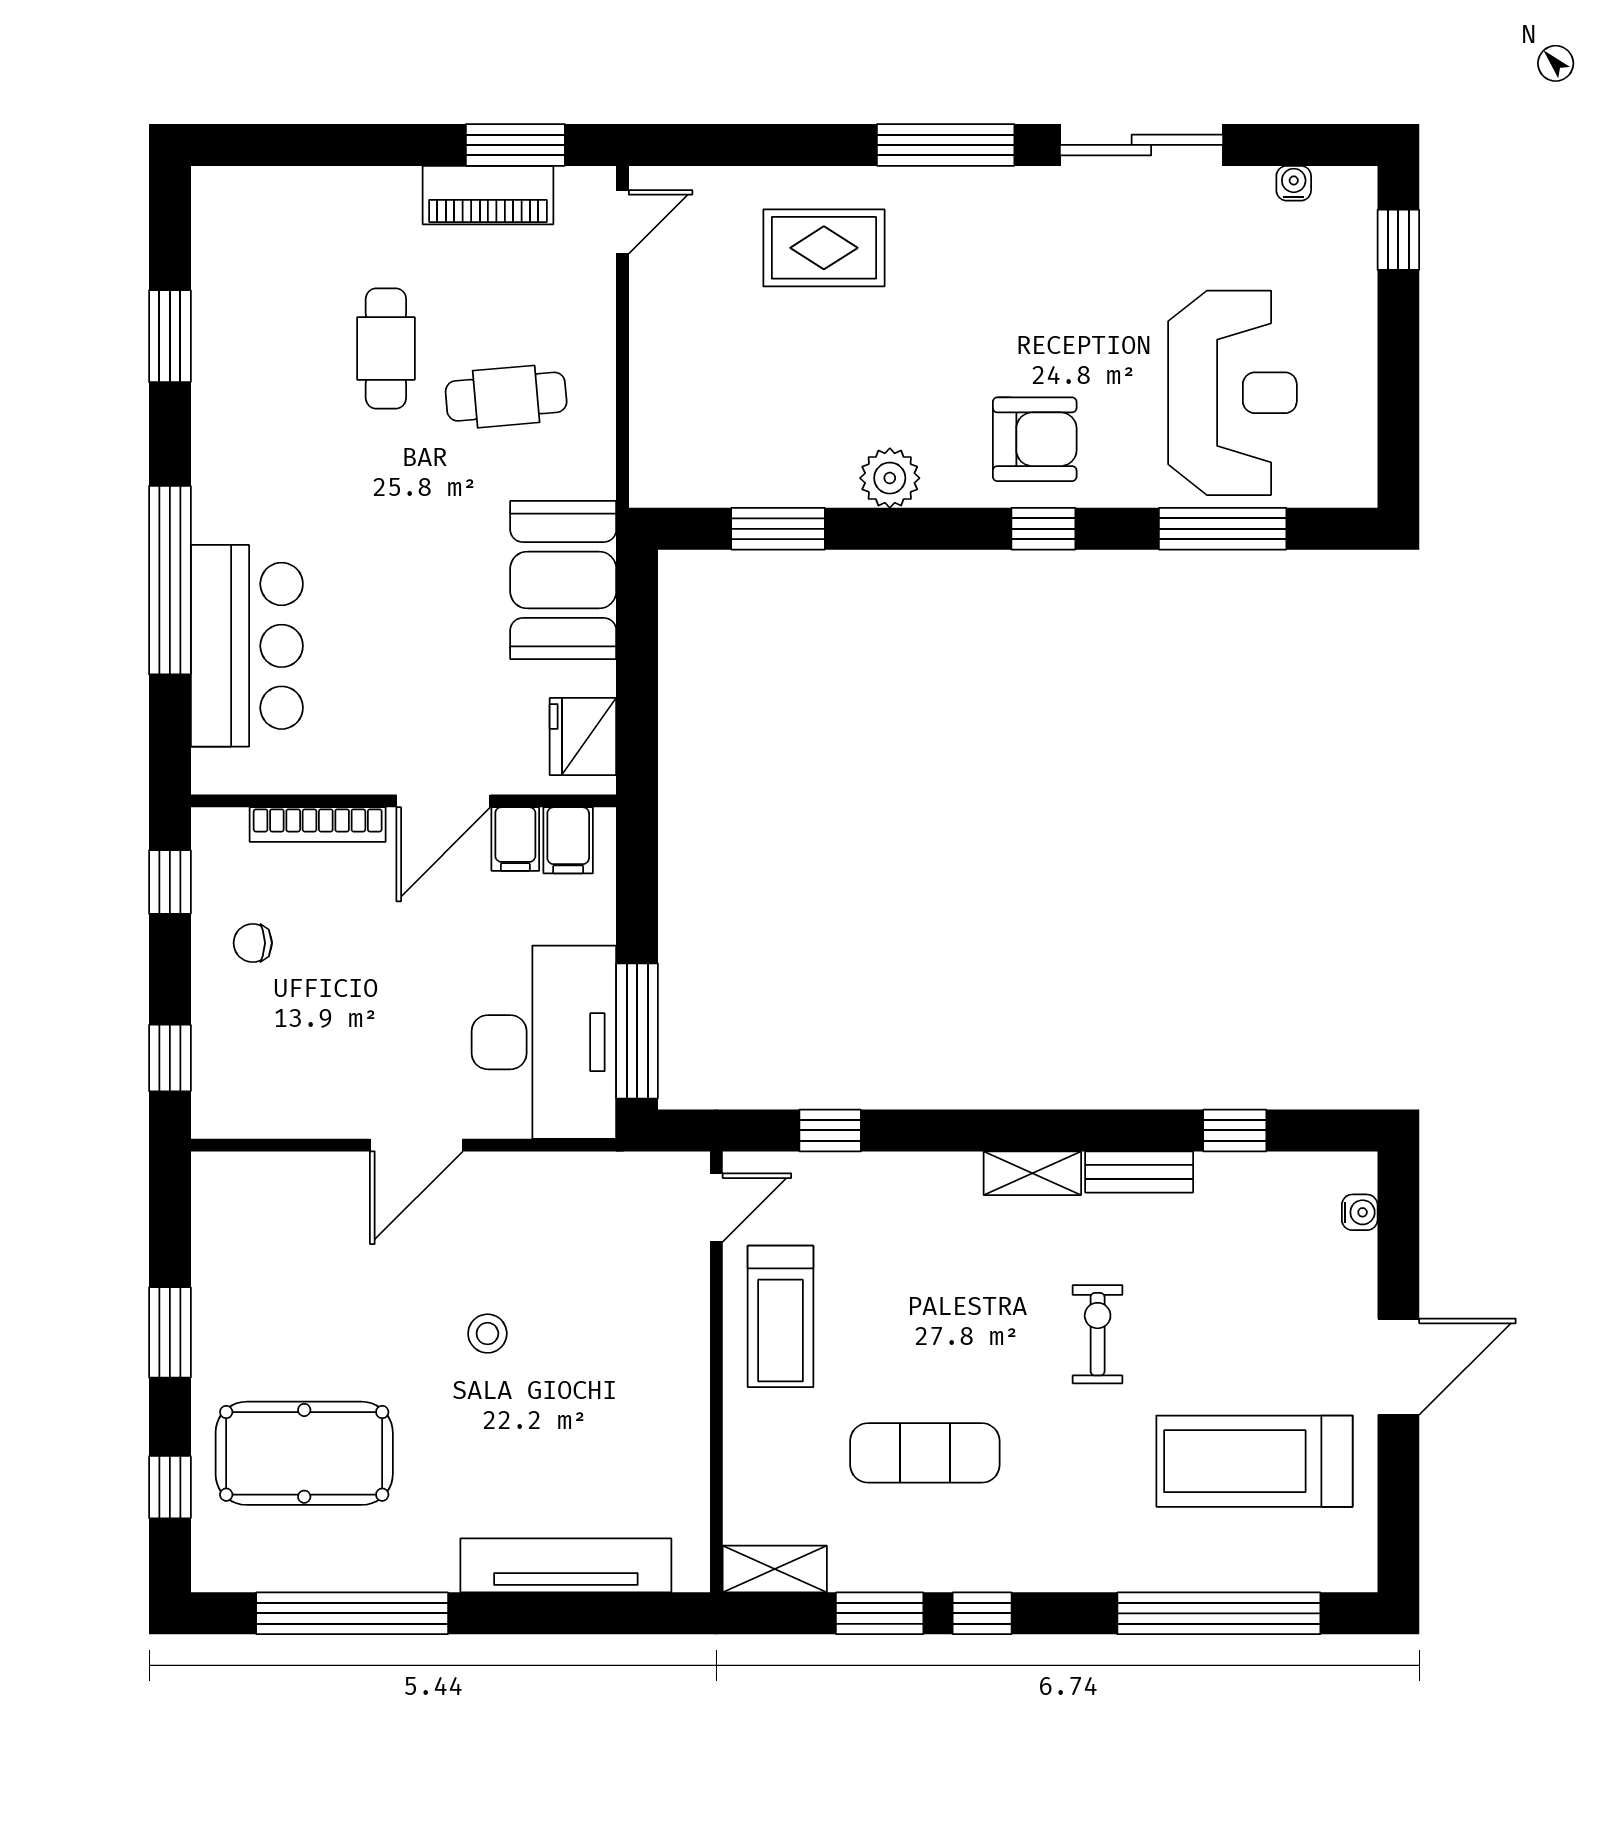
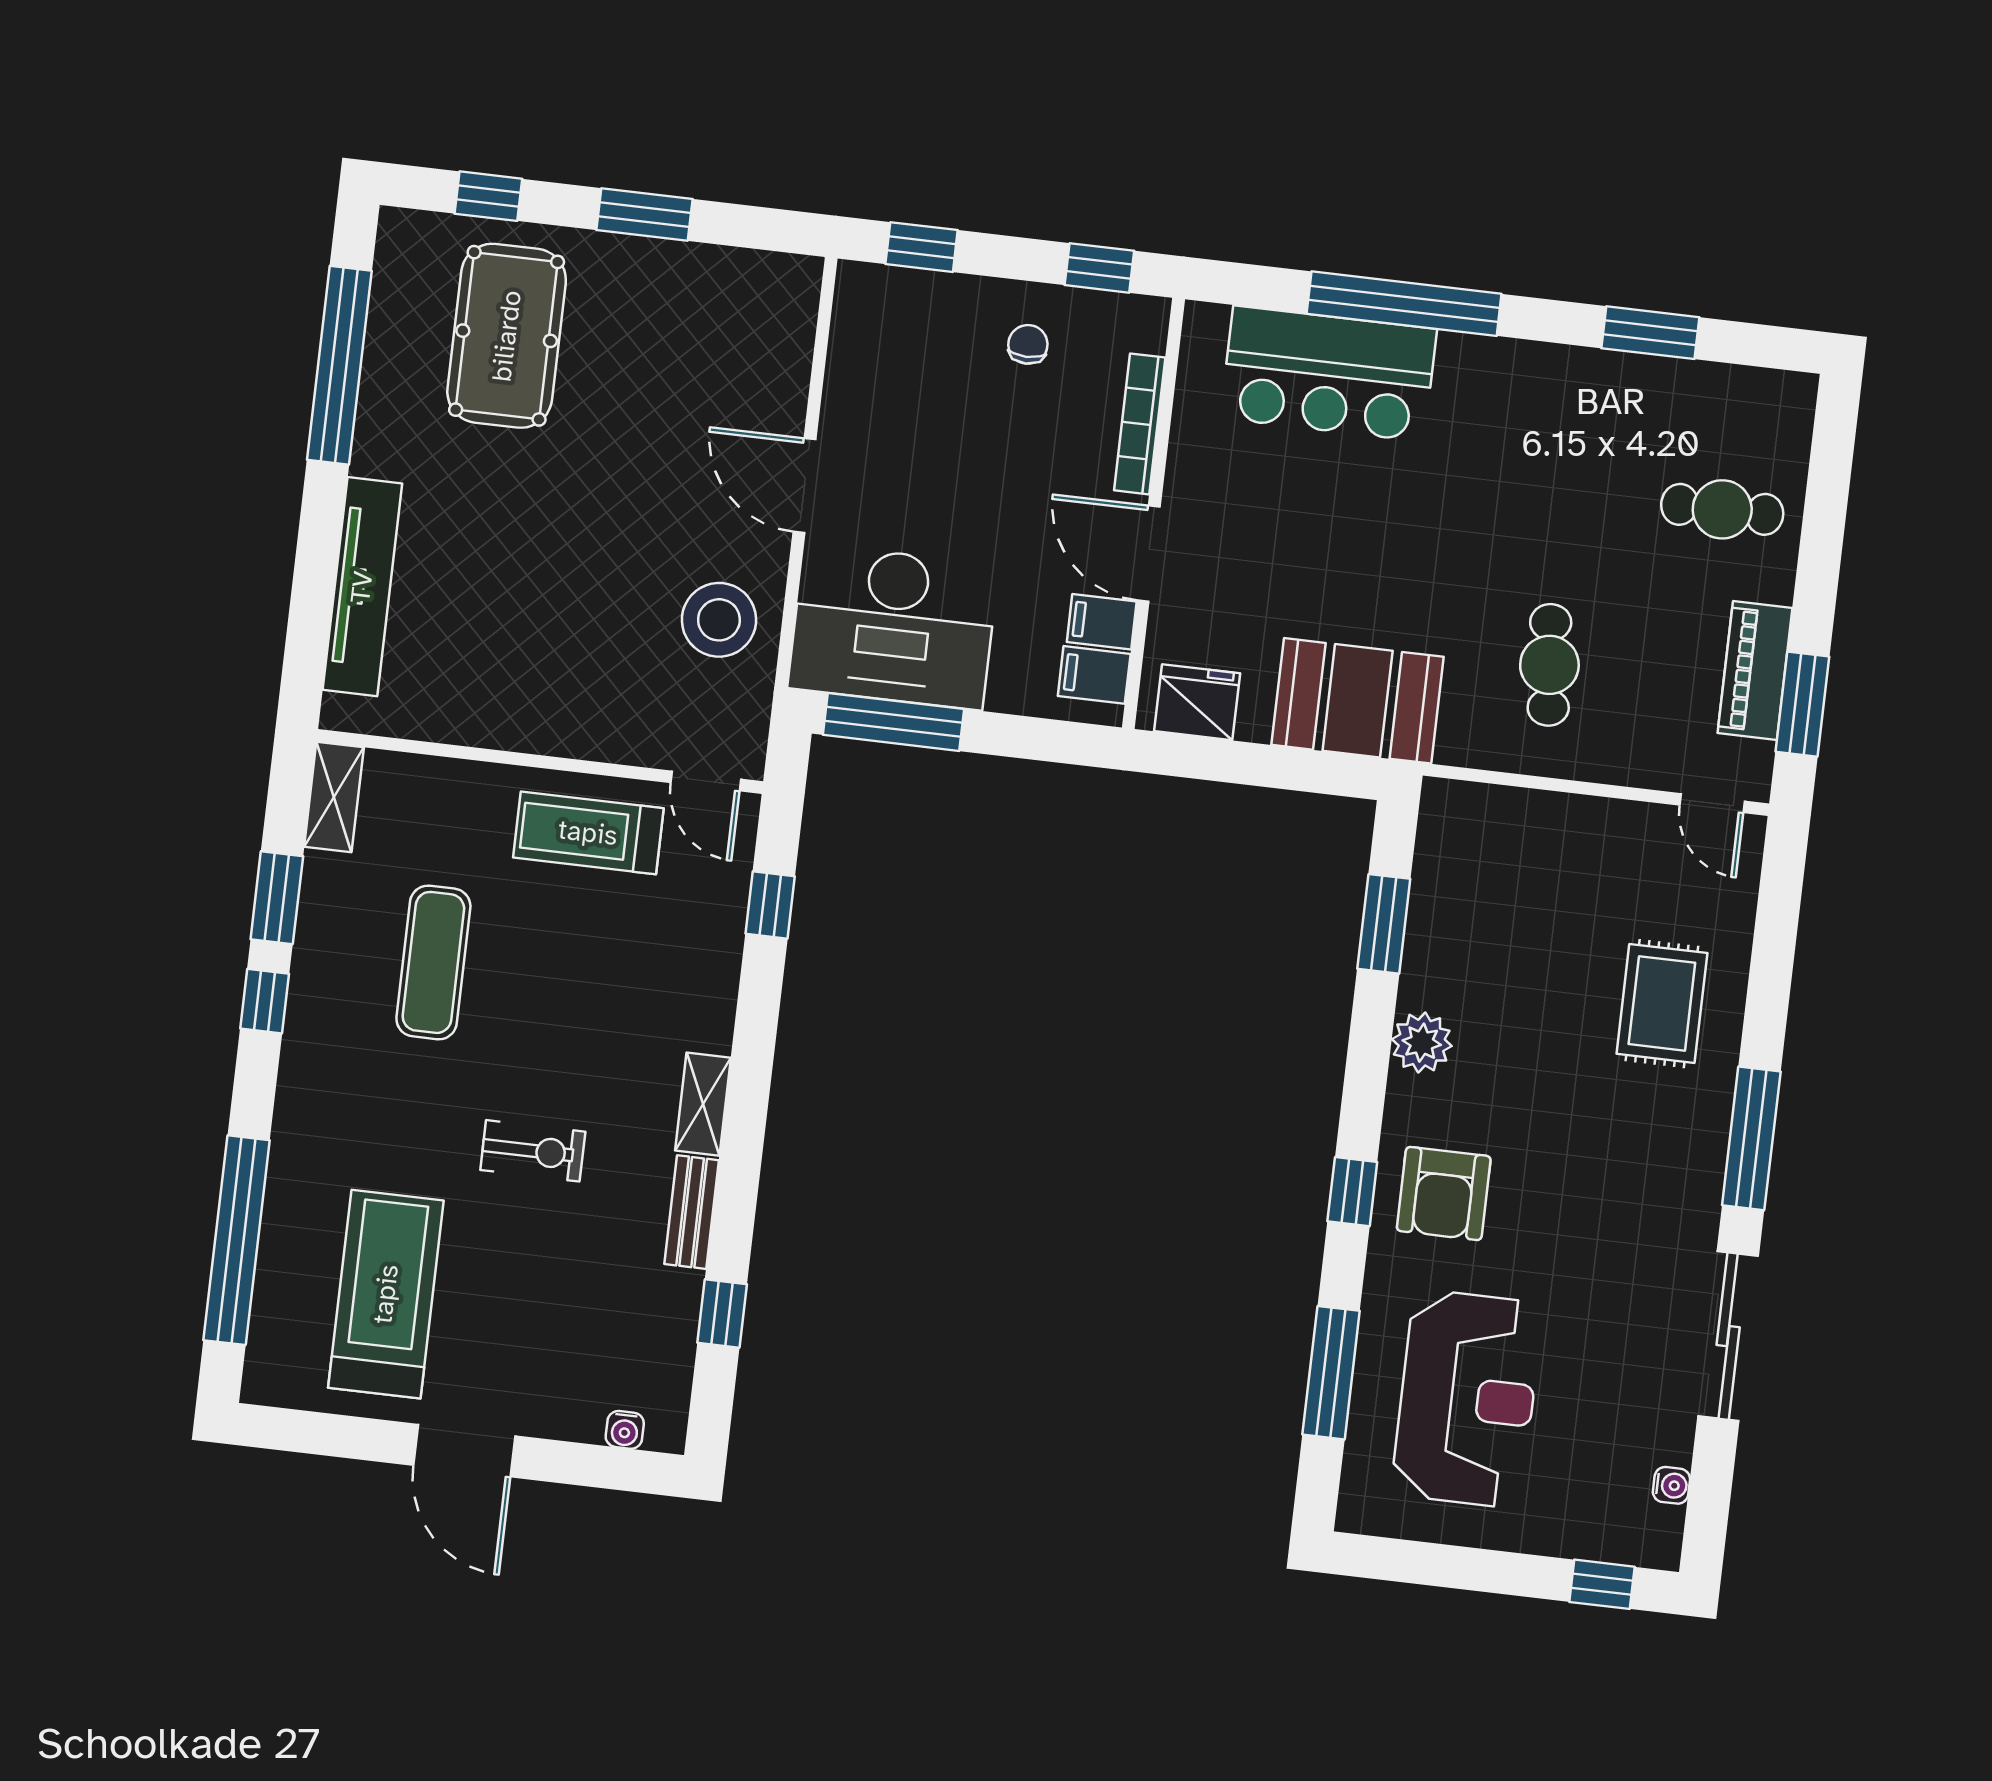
cafe table: (386, 348) -> (1722, 509), moved
reception desk: (1233, 393) -> (1467, 1399), turned -90
stool: (487, 1334) -> (719, 620), moved, width x1.89, depth x1.89

